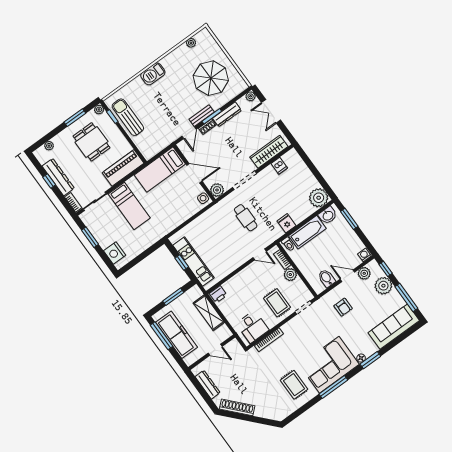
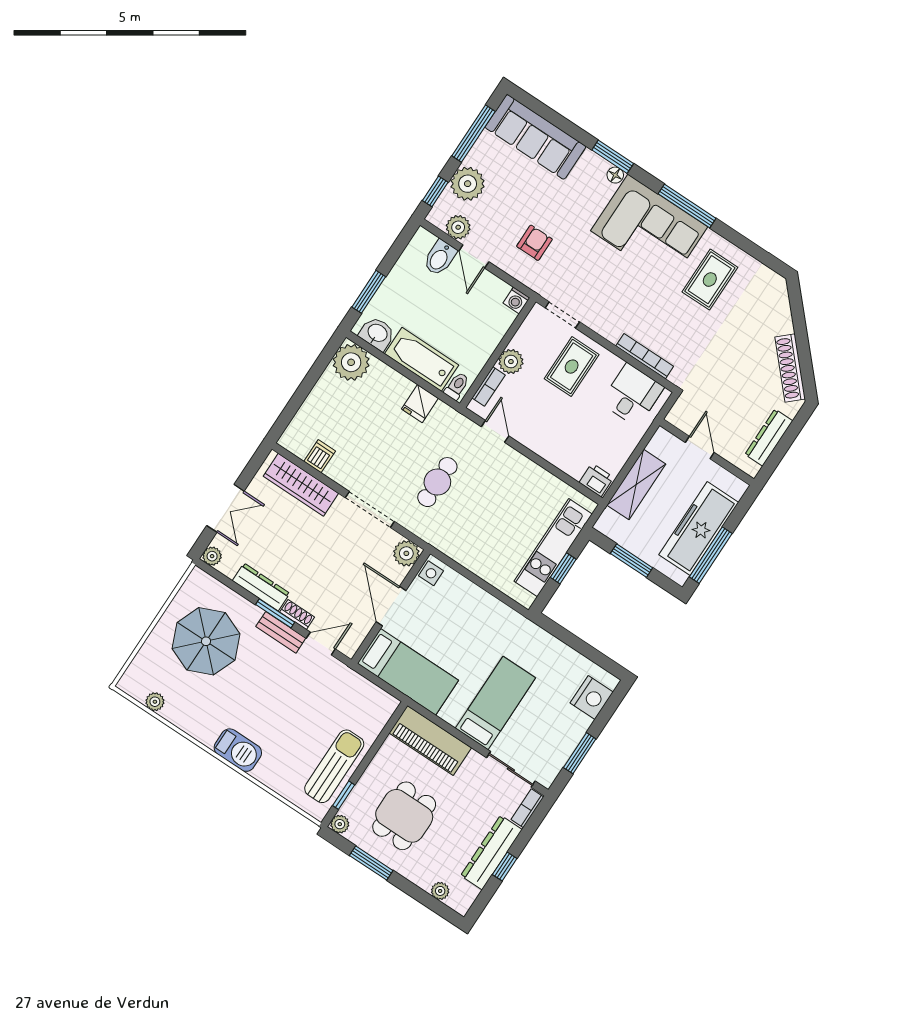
sun lounger: (128, 117) -> (334, 766), turned 180
washing machine: (364, 255) -> (516, 300), moved
bidet: (327, 278) -> (440, 258), moved

